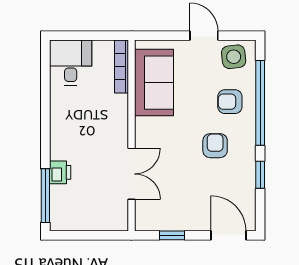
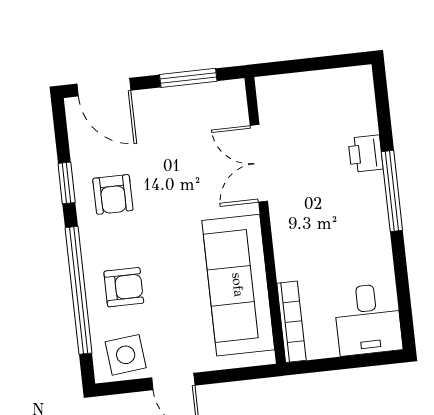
sofa: (154, 83) -> (238, 285), width x1.36
armchair: (215, 146) -> (113, 194), moved
window: (45, 196) -> (392, 191), moved
window: (172, 235) -> (188, 78), width x1.50

